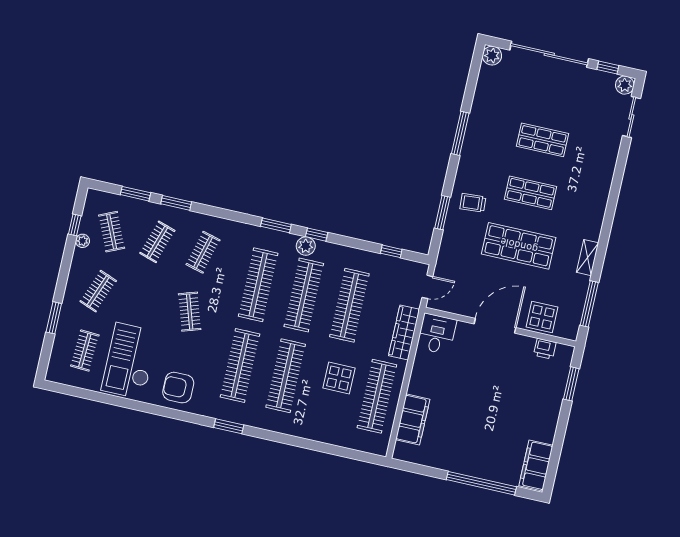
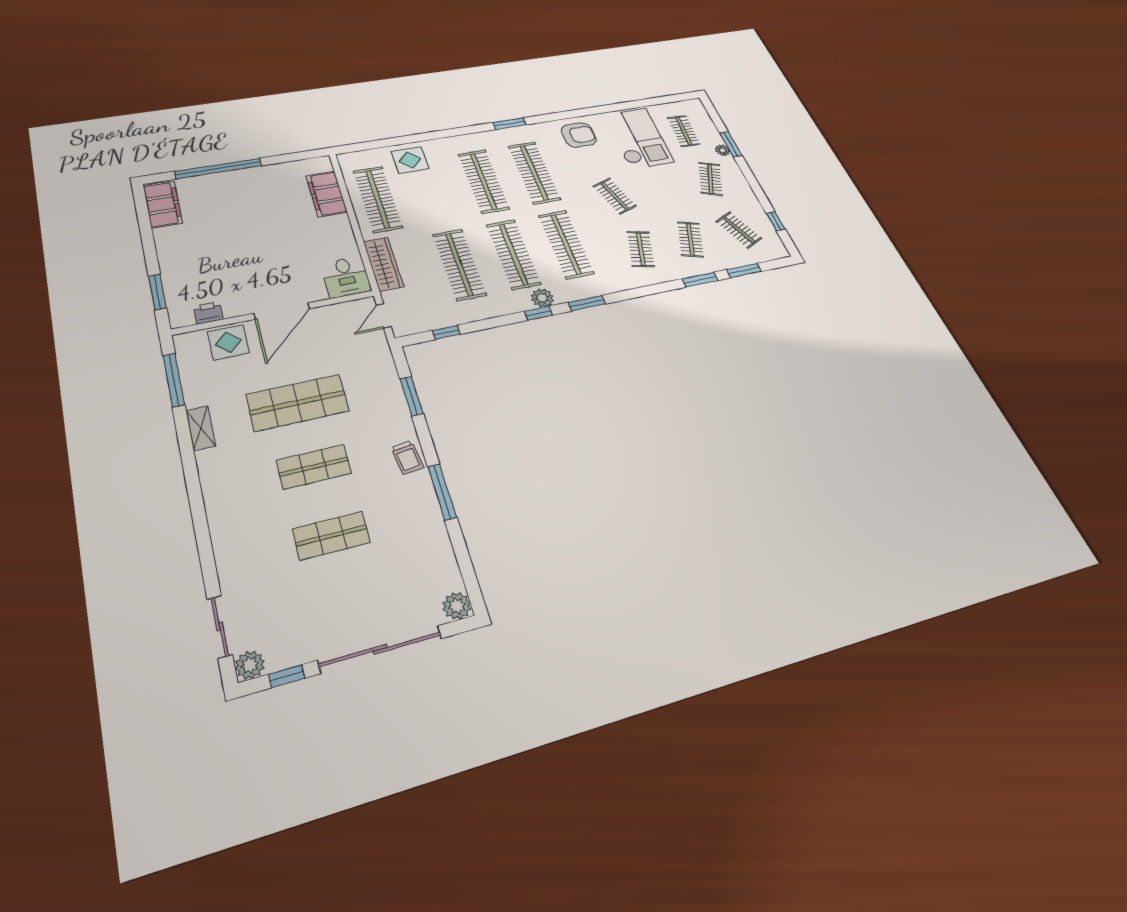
trolley: (473, 203) -> (407, 457), moved, turned 87
plant: (83, 241) -> (723, 150), moved
display table: (339, 378) -> (410, 160), moved

